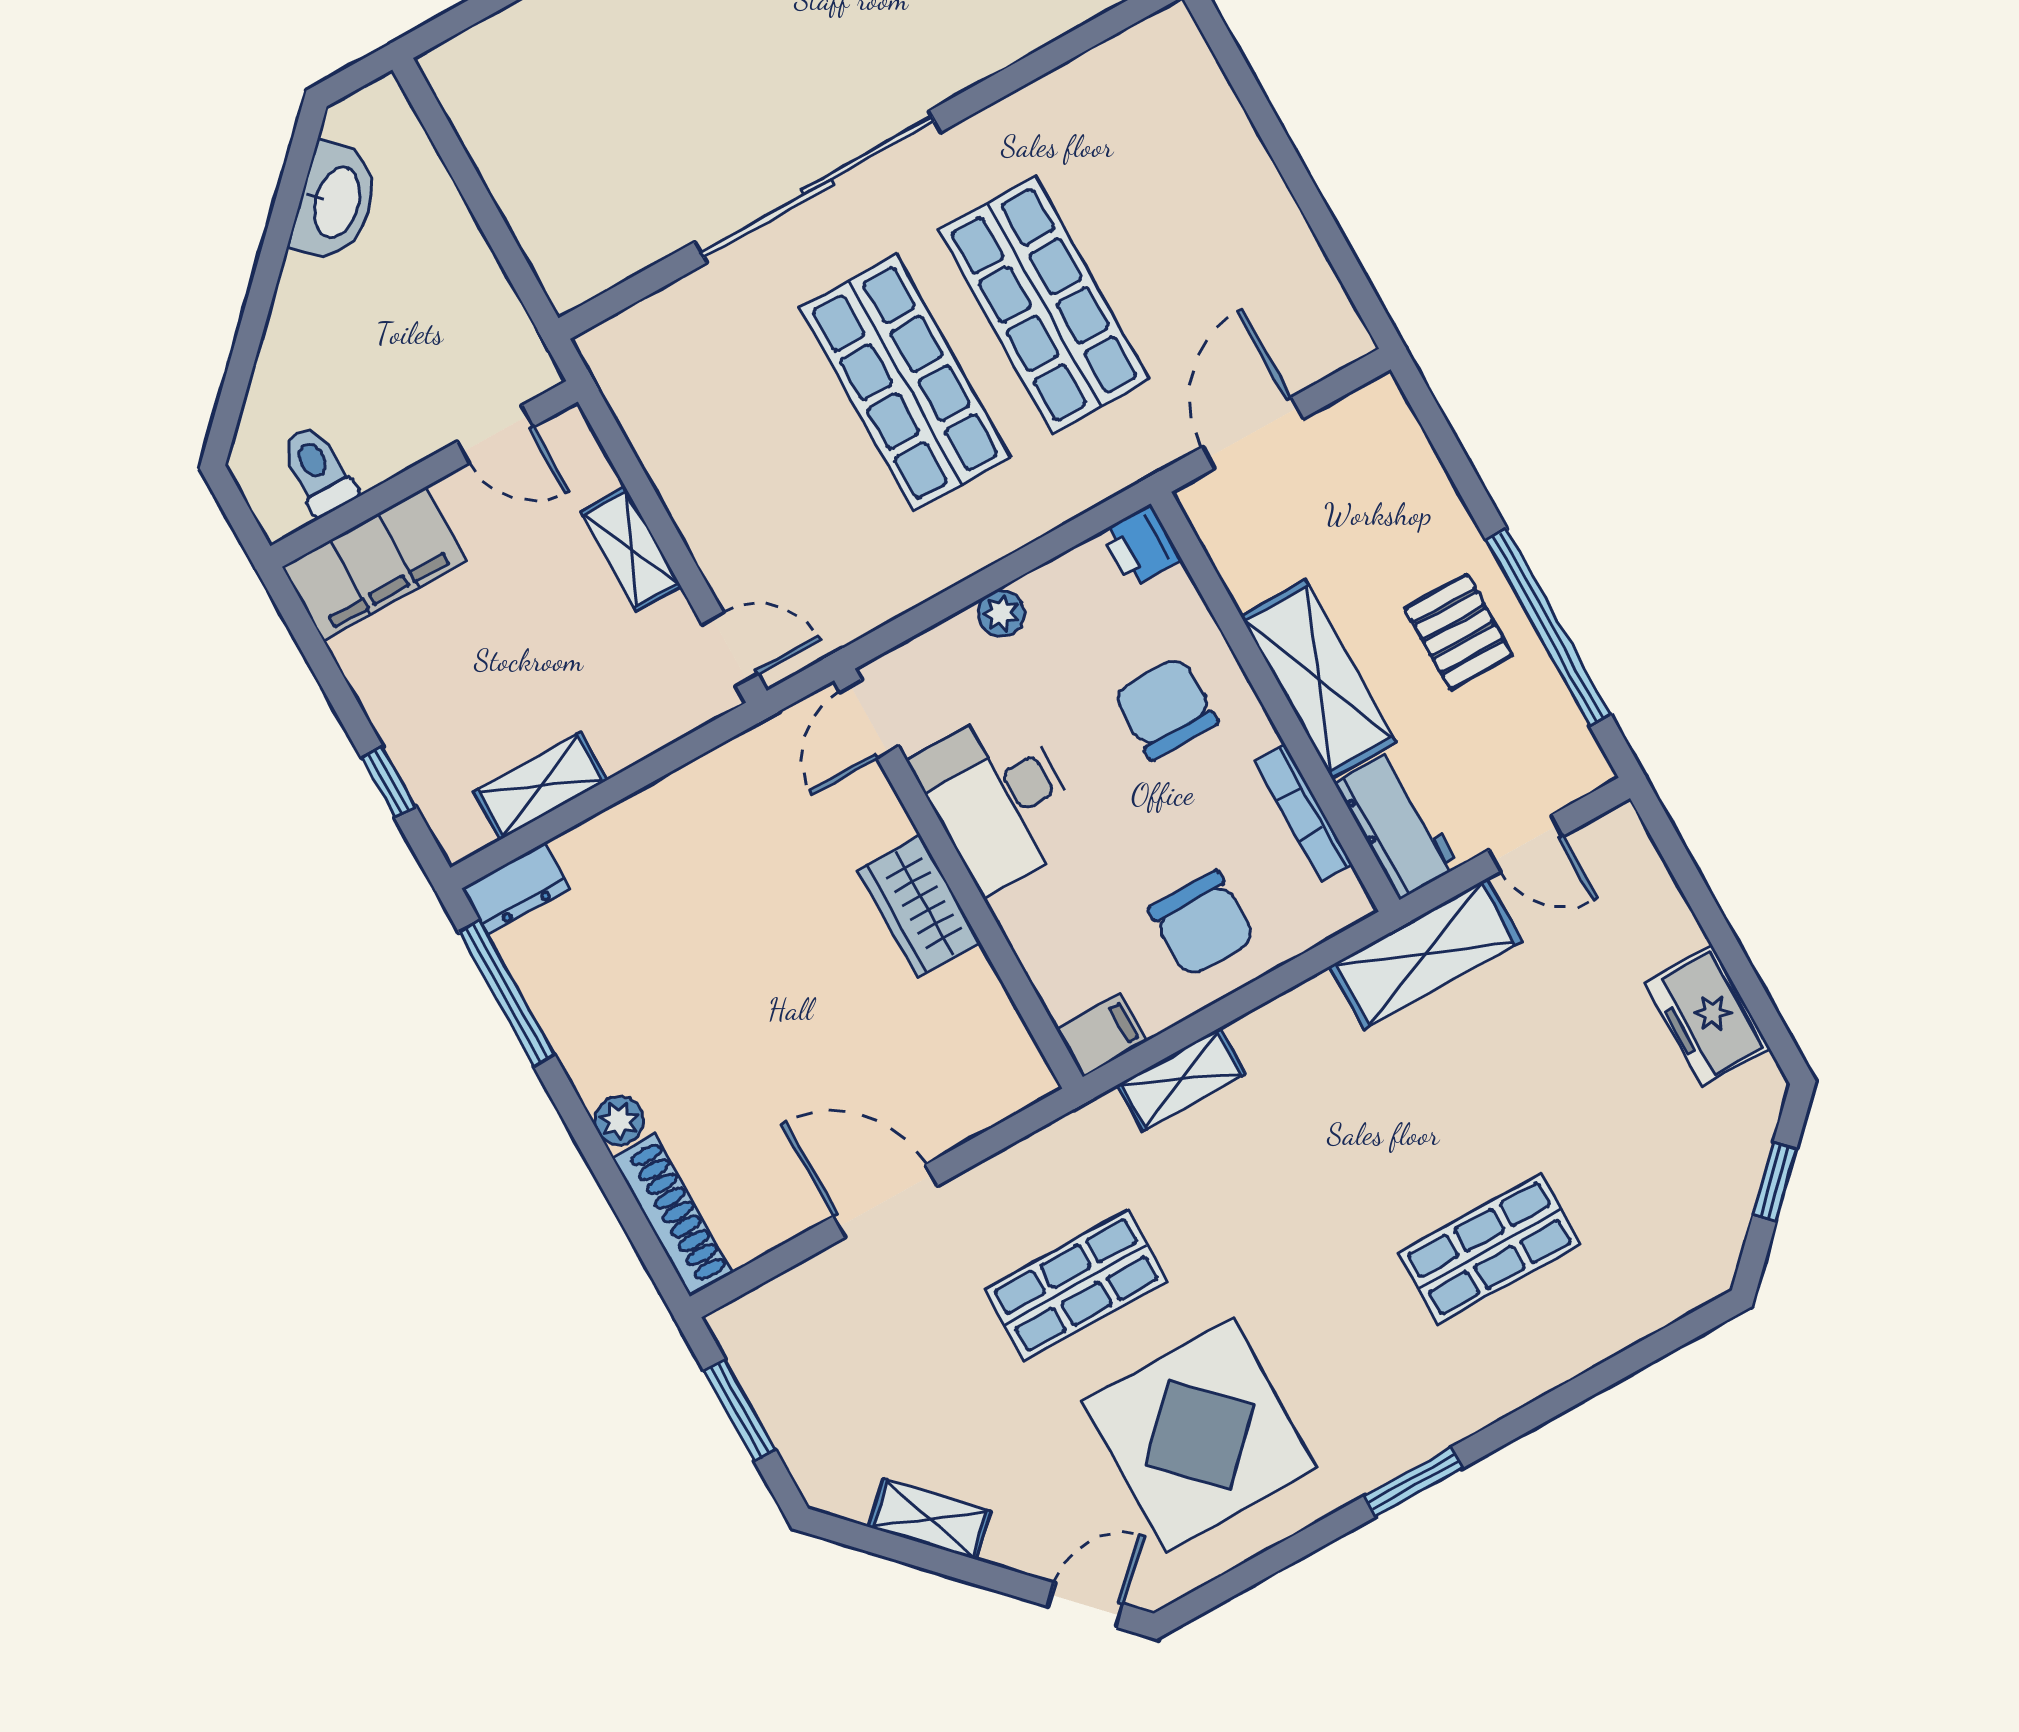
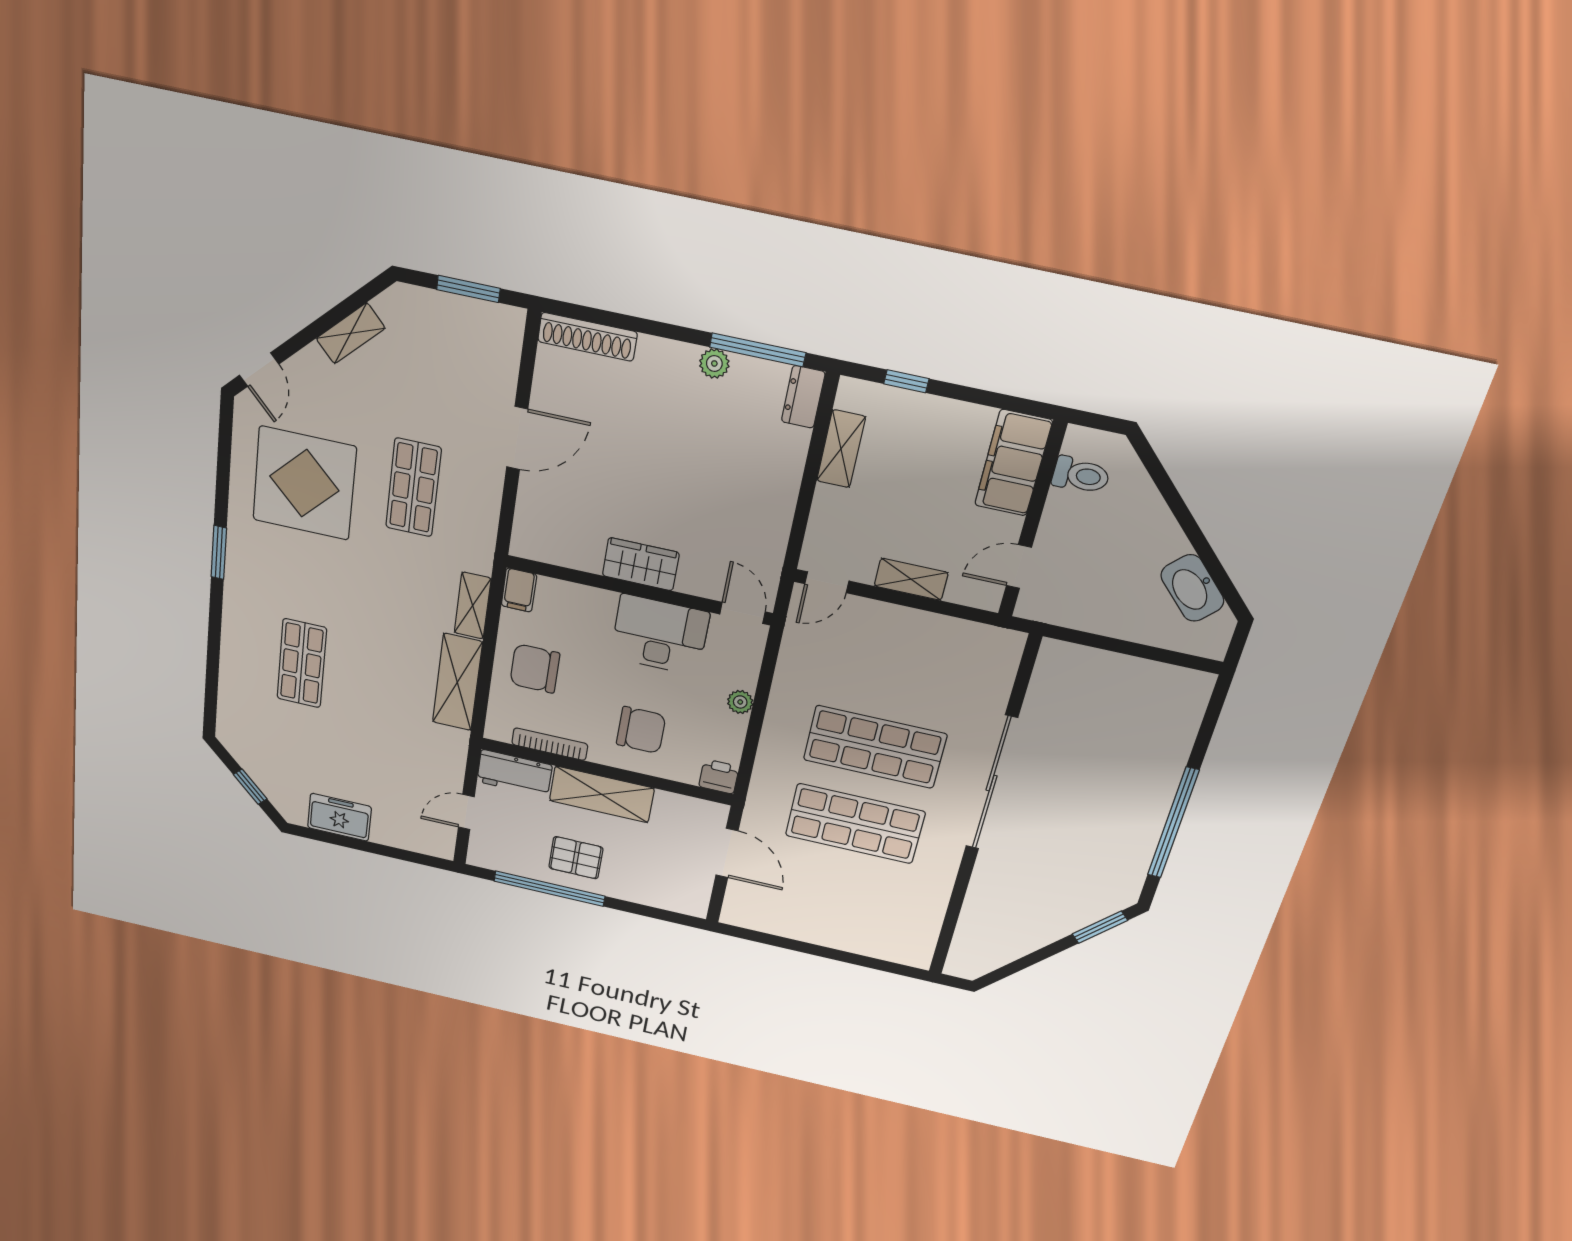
shelving: (1425, 954) -> (457, 682), moved
plant: (619, 1120) -> (714, 364), moved

